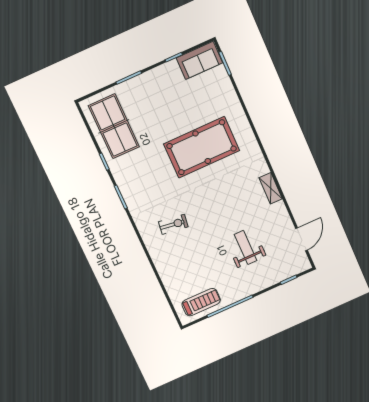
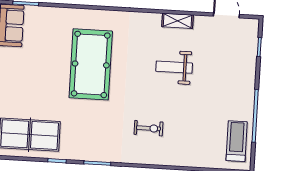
shelving: (271, 188) -> (177, 21), moved
exercise bike: (173, 224) -> (148, 128), turned 82
weight bench: (246, 248) -> (174, 67), moved

